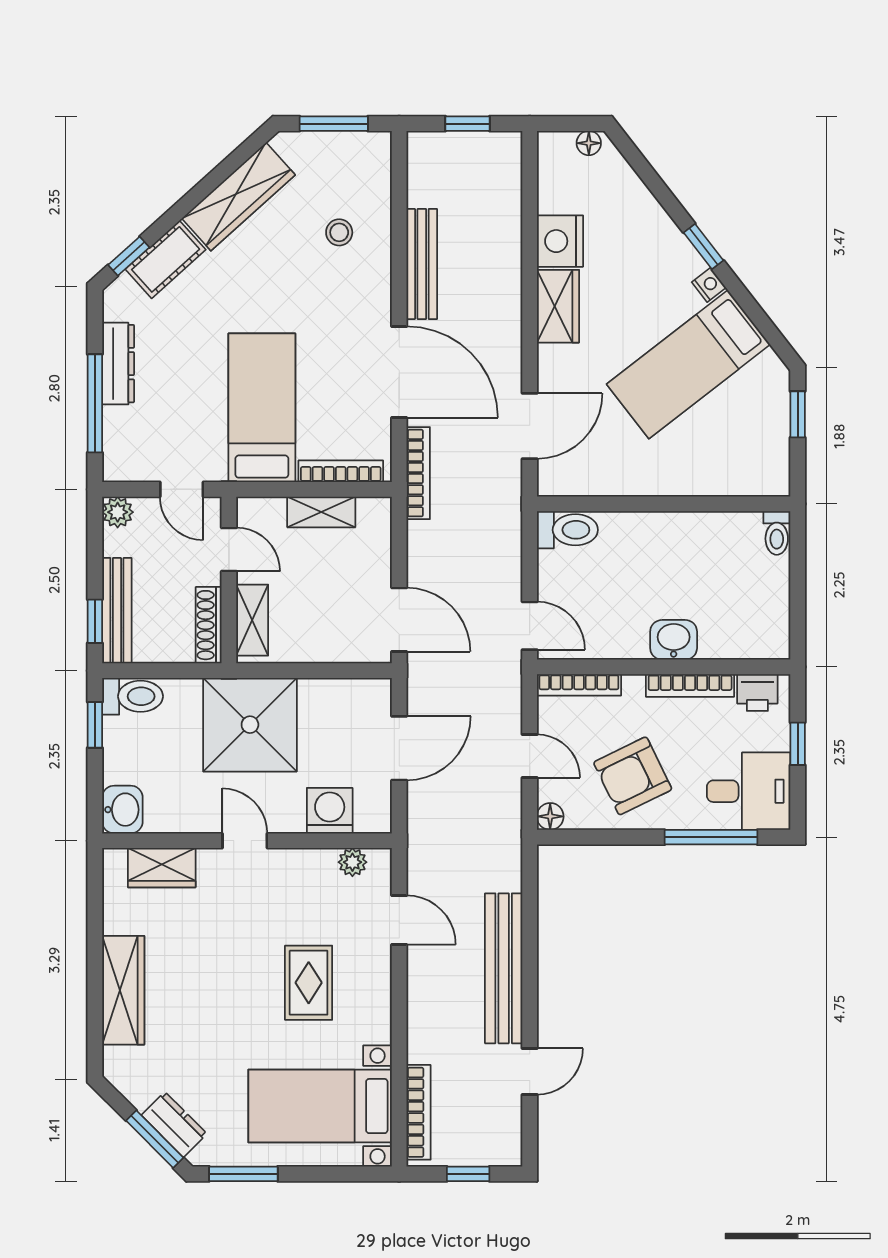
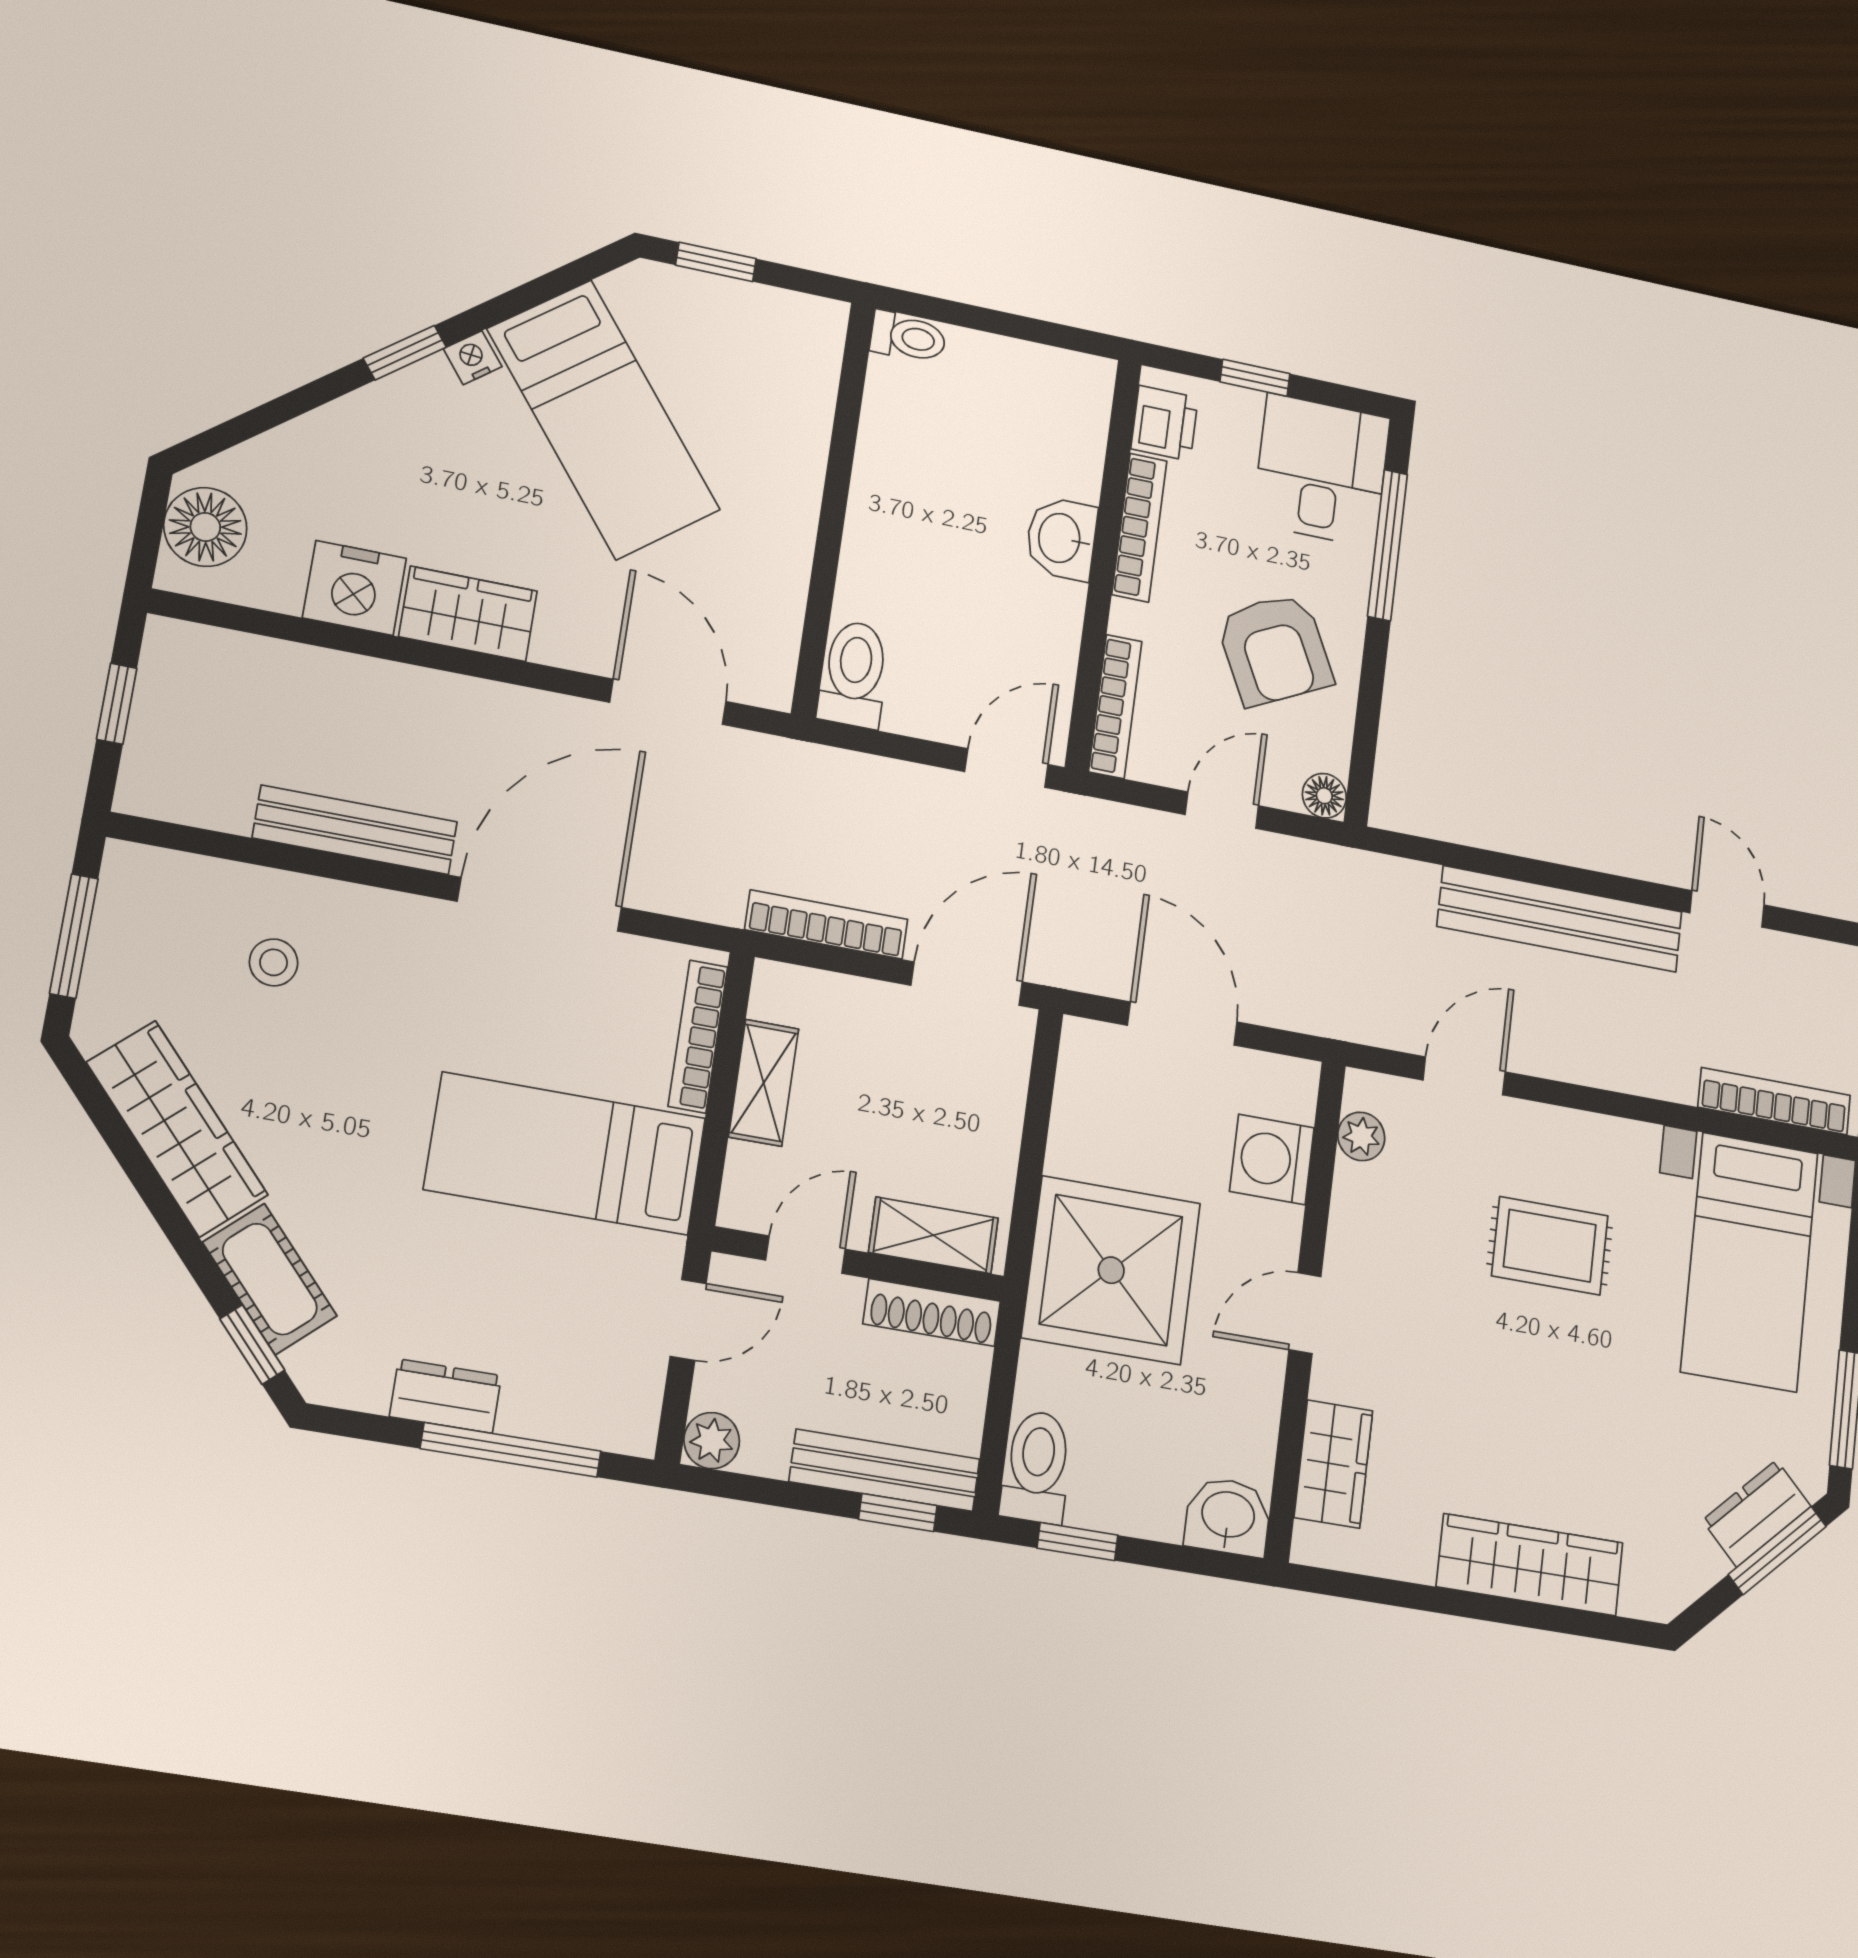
floor lamp: (589, 143) -> (205, 527), width x1.89, depth x1.89
dresser: (118, 364) -> (445, 1396), width x0.70
bookcase: (418, 473) -> (826, 924), moved

